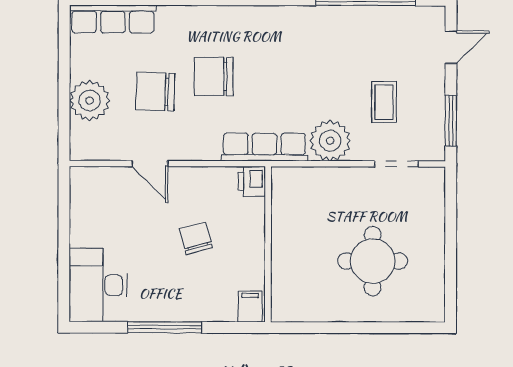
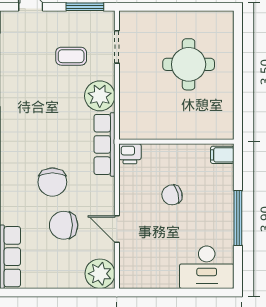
chair: (155, 92) -> (64, 225), turned 88
plant: (90, 101) -> (100, 274), moved
door: (150, 164) -> (117, 229), swing flipped

